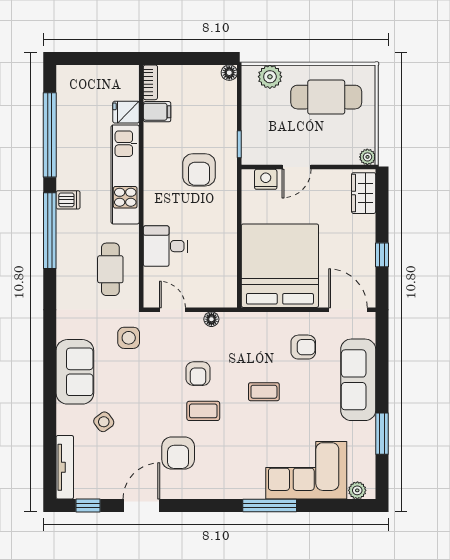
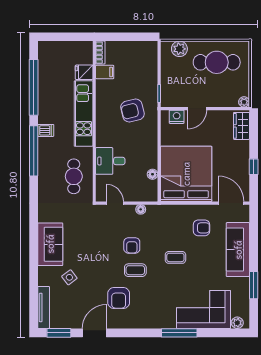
floor lamp: (229, 73) -> (152, 174), moved
armchair: (199, 170) -> (132, 111), turned 76
side table: (129, 338) -> (86, 222), removed
window: (88, 506) -> (59, 333), width x1.50

